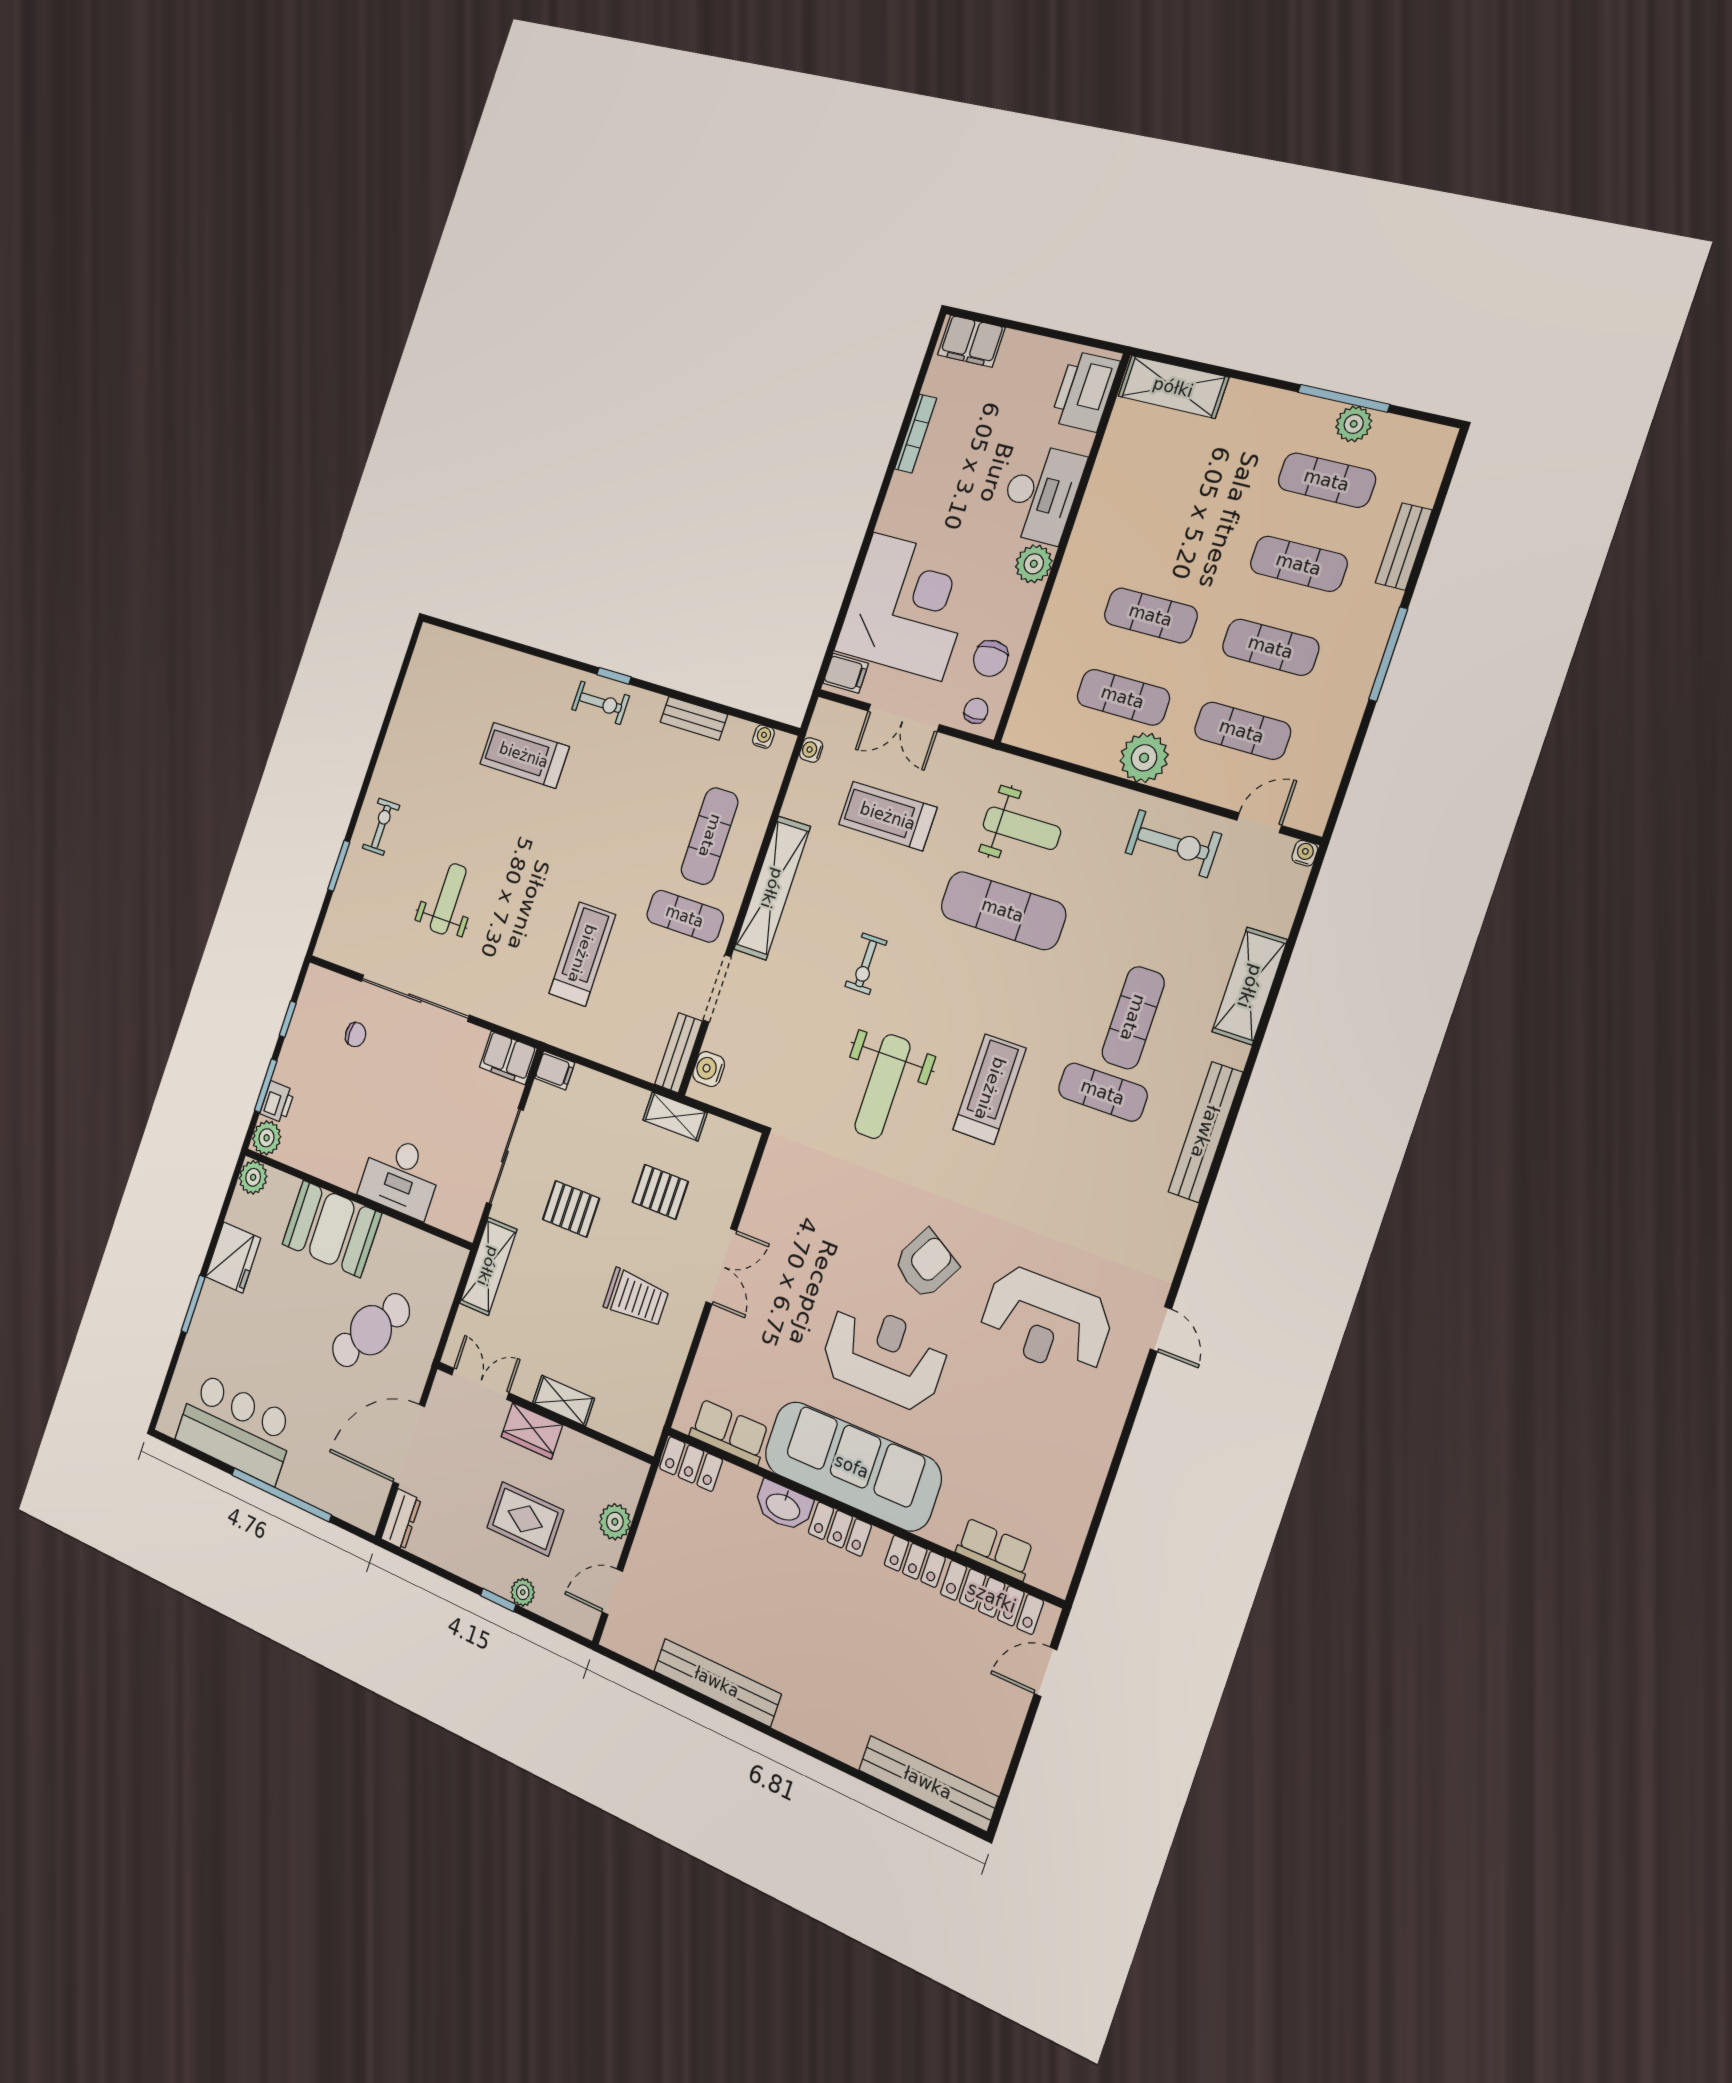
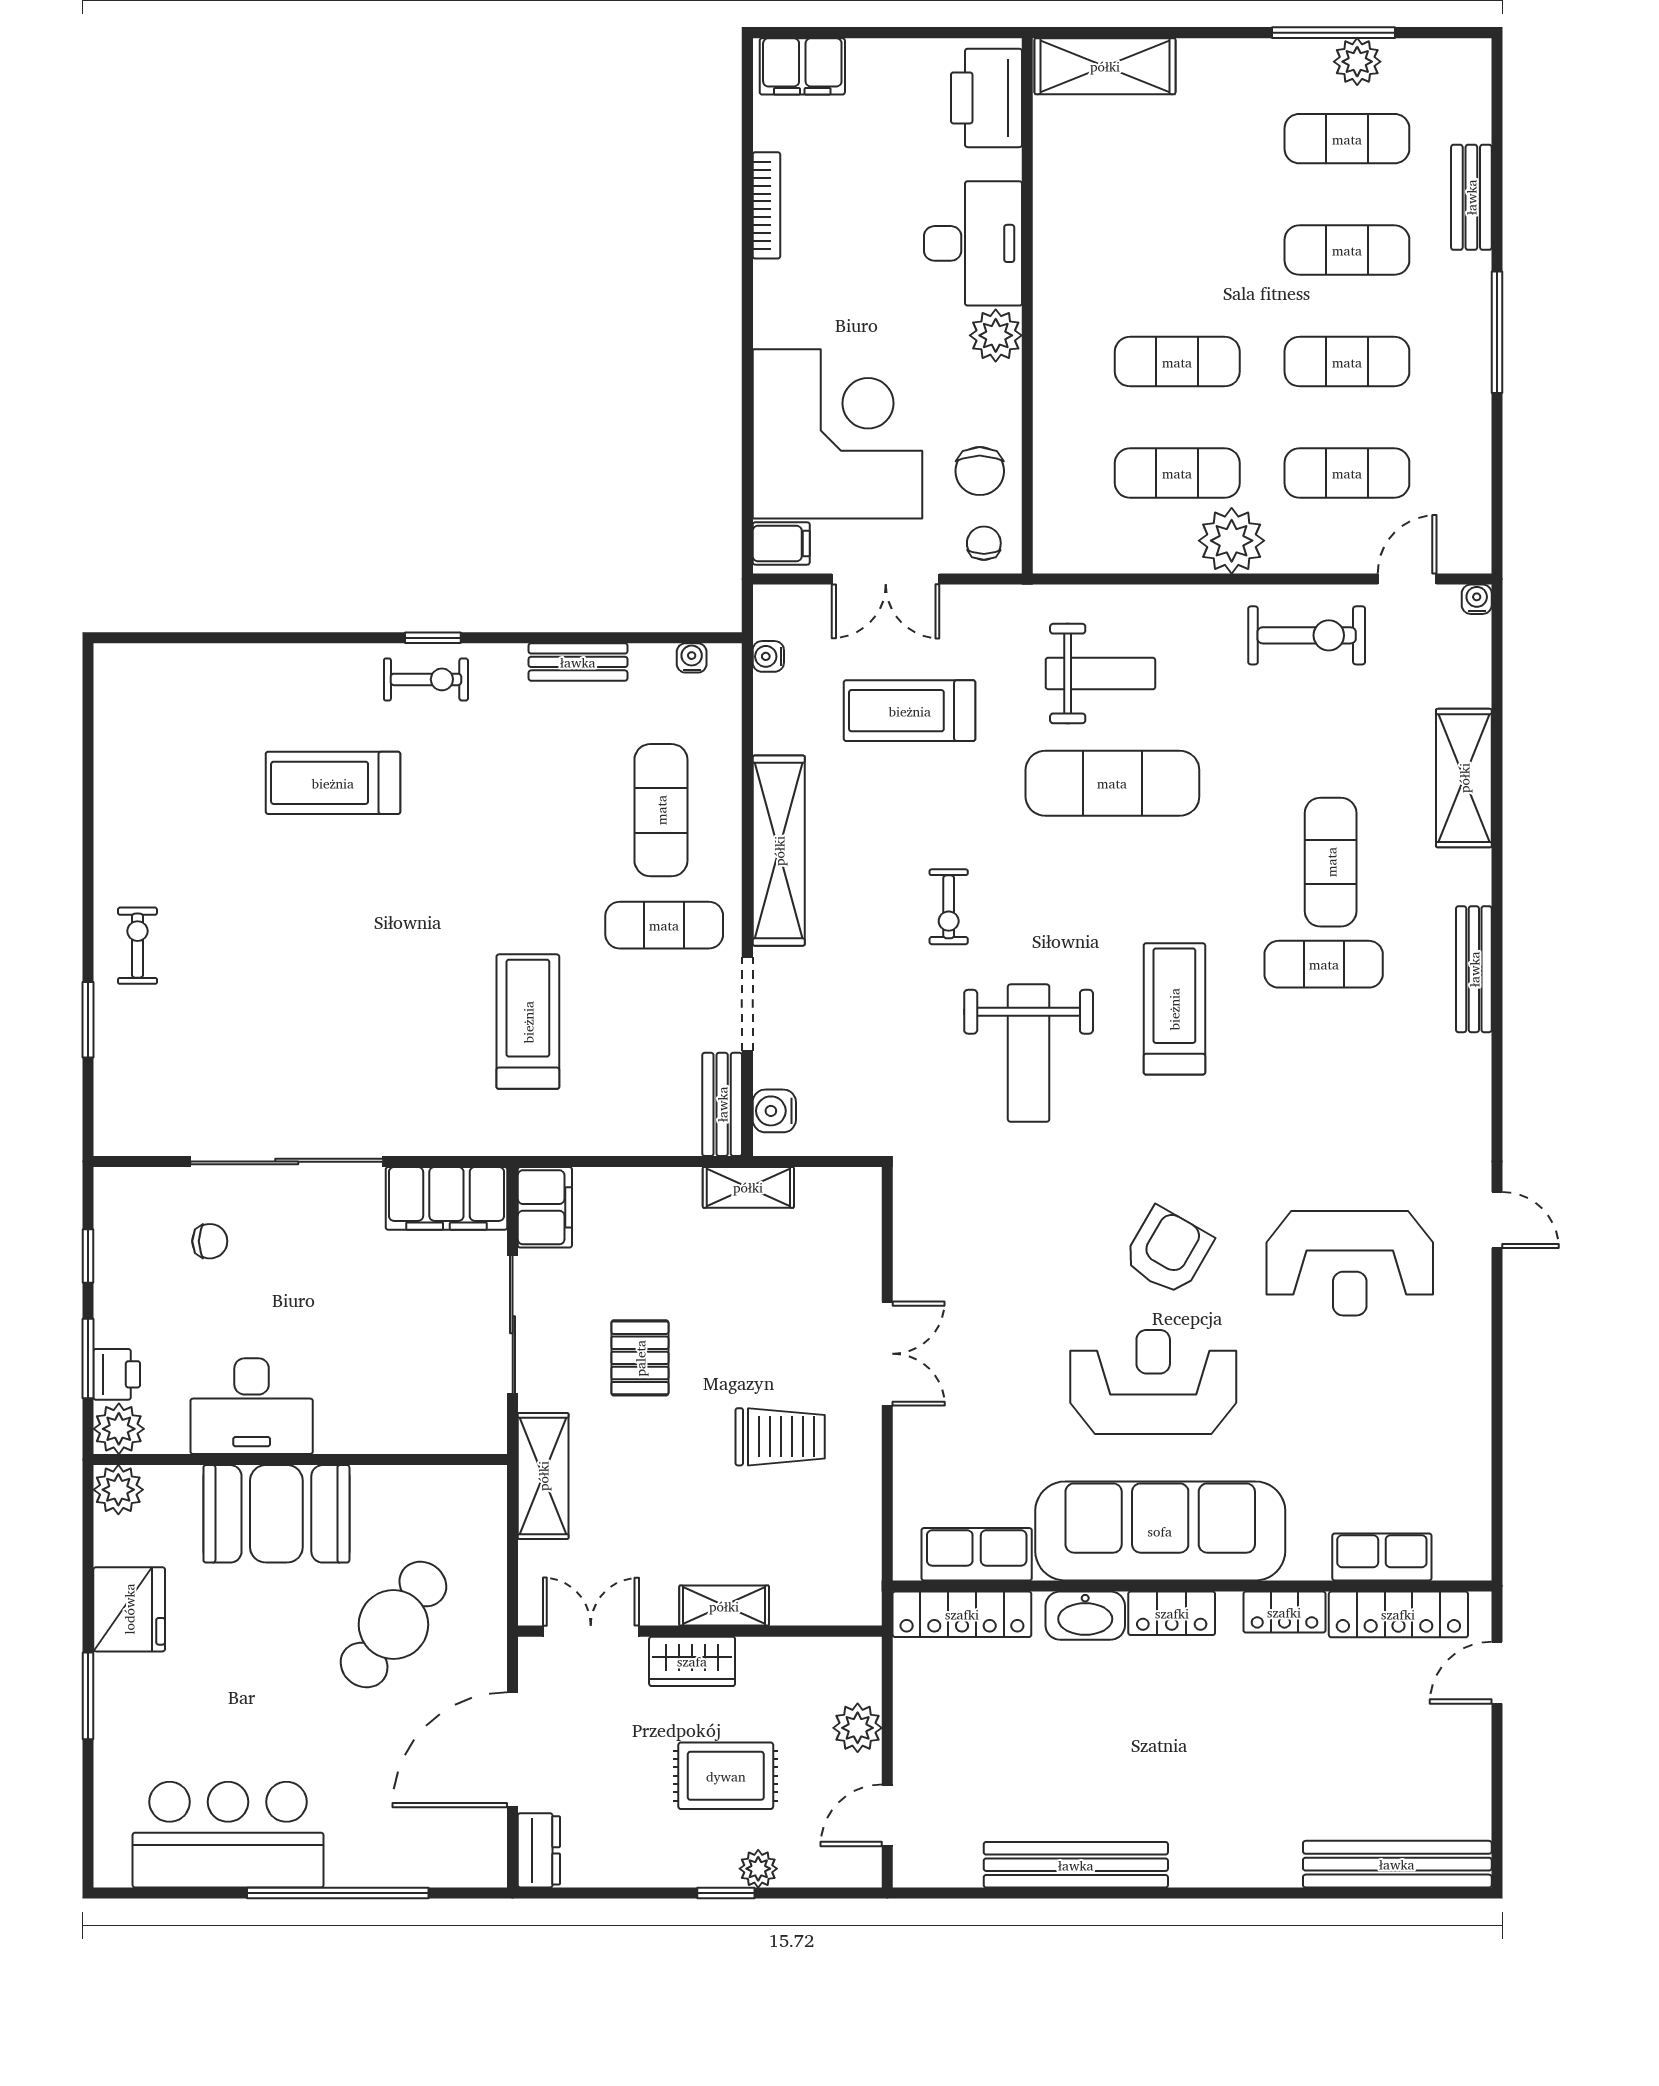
weight bench: (448, 899) -> (287, 1012), removed
filing cabinet: (508, 1058) -> (446, 1198), width x1.50, depth x1.17
filing cabinet: (555, 1070) -> (545, 1207), width x2.00
bench: (1205, 1132) -> (1474, 969), width x0.73, depth x0.82
desk: (401, 1176) -> (252, 1406), moved
pallet: (660, 1192) -> (764, 1291), removed
pallet: (571, 1209) -> (640, 1358), turned 90
locker: (691, 1464) -> (962, 1614), width x1.53

